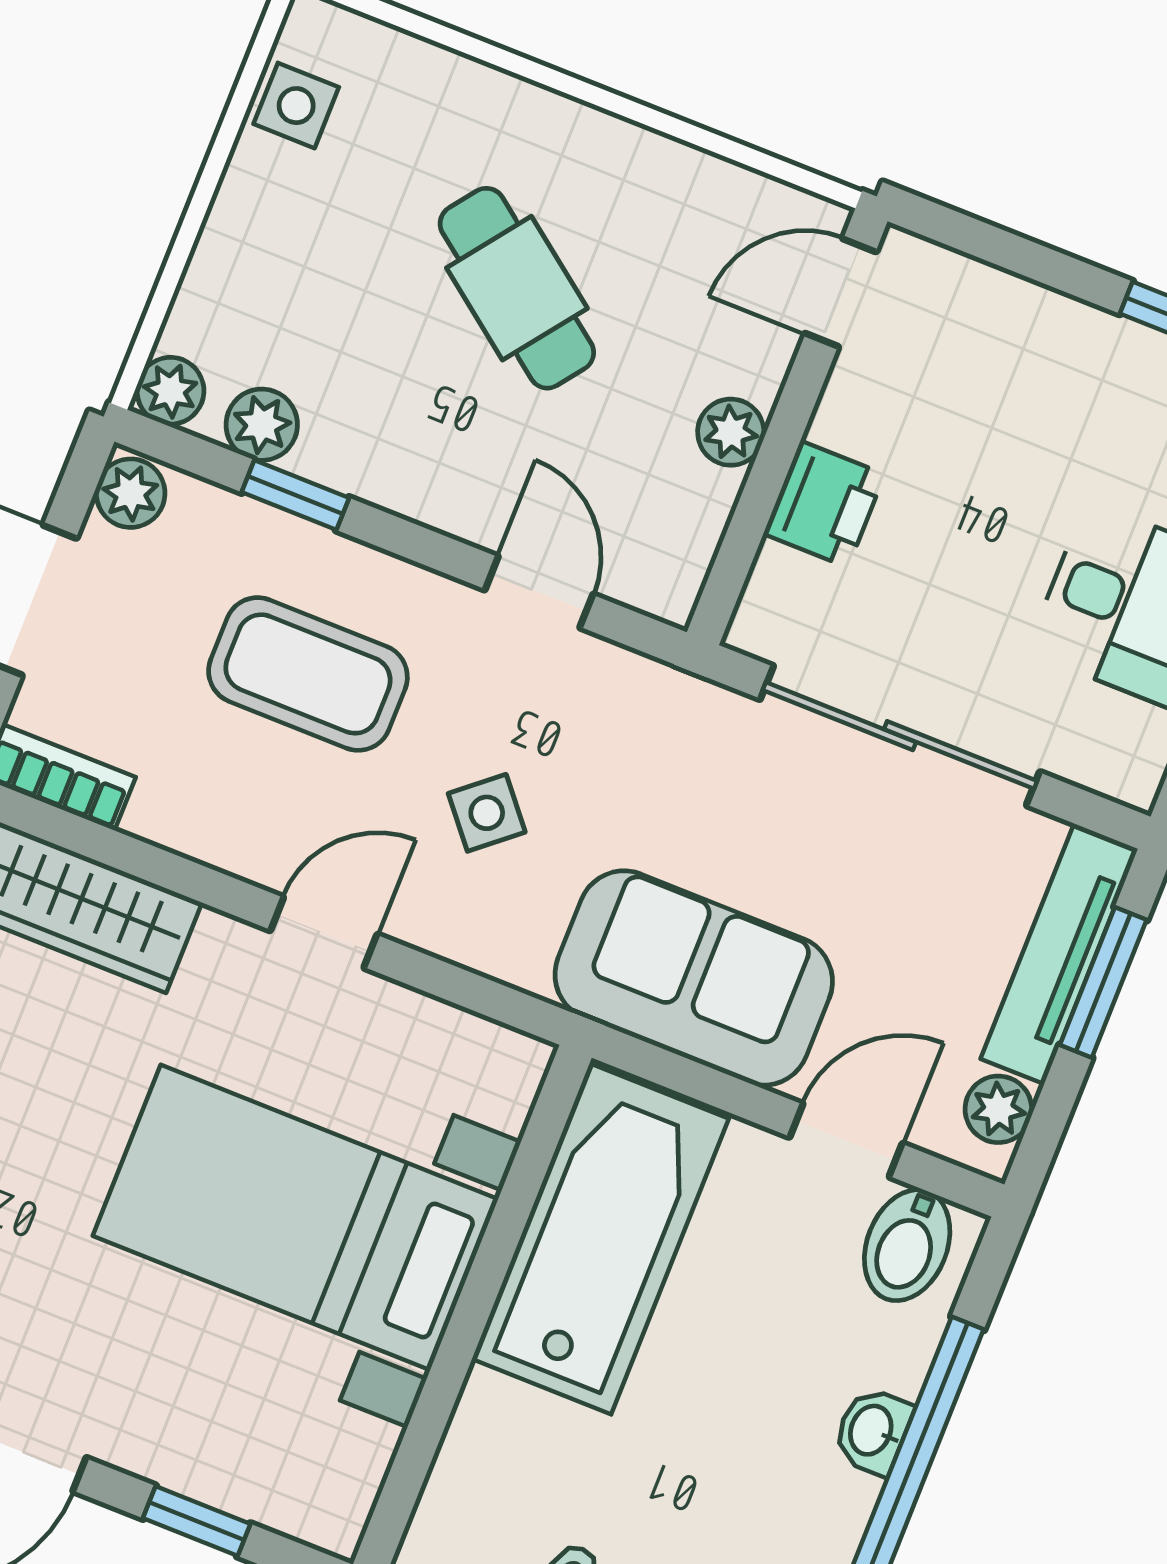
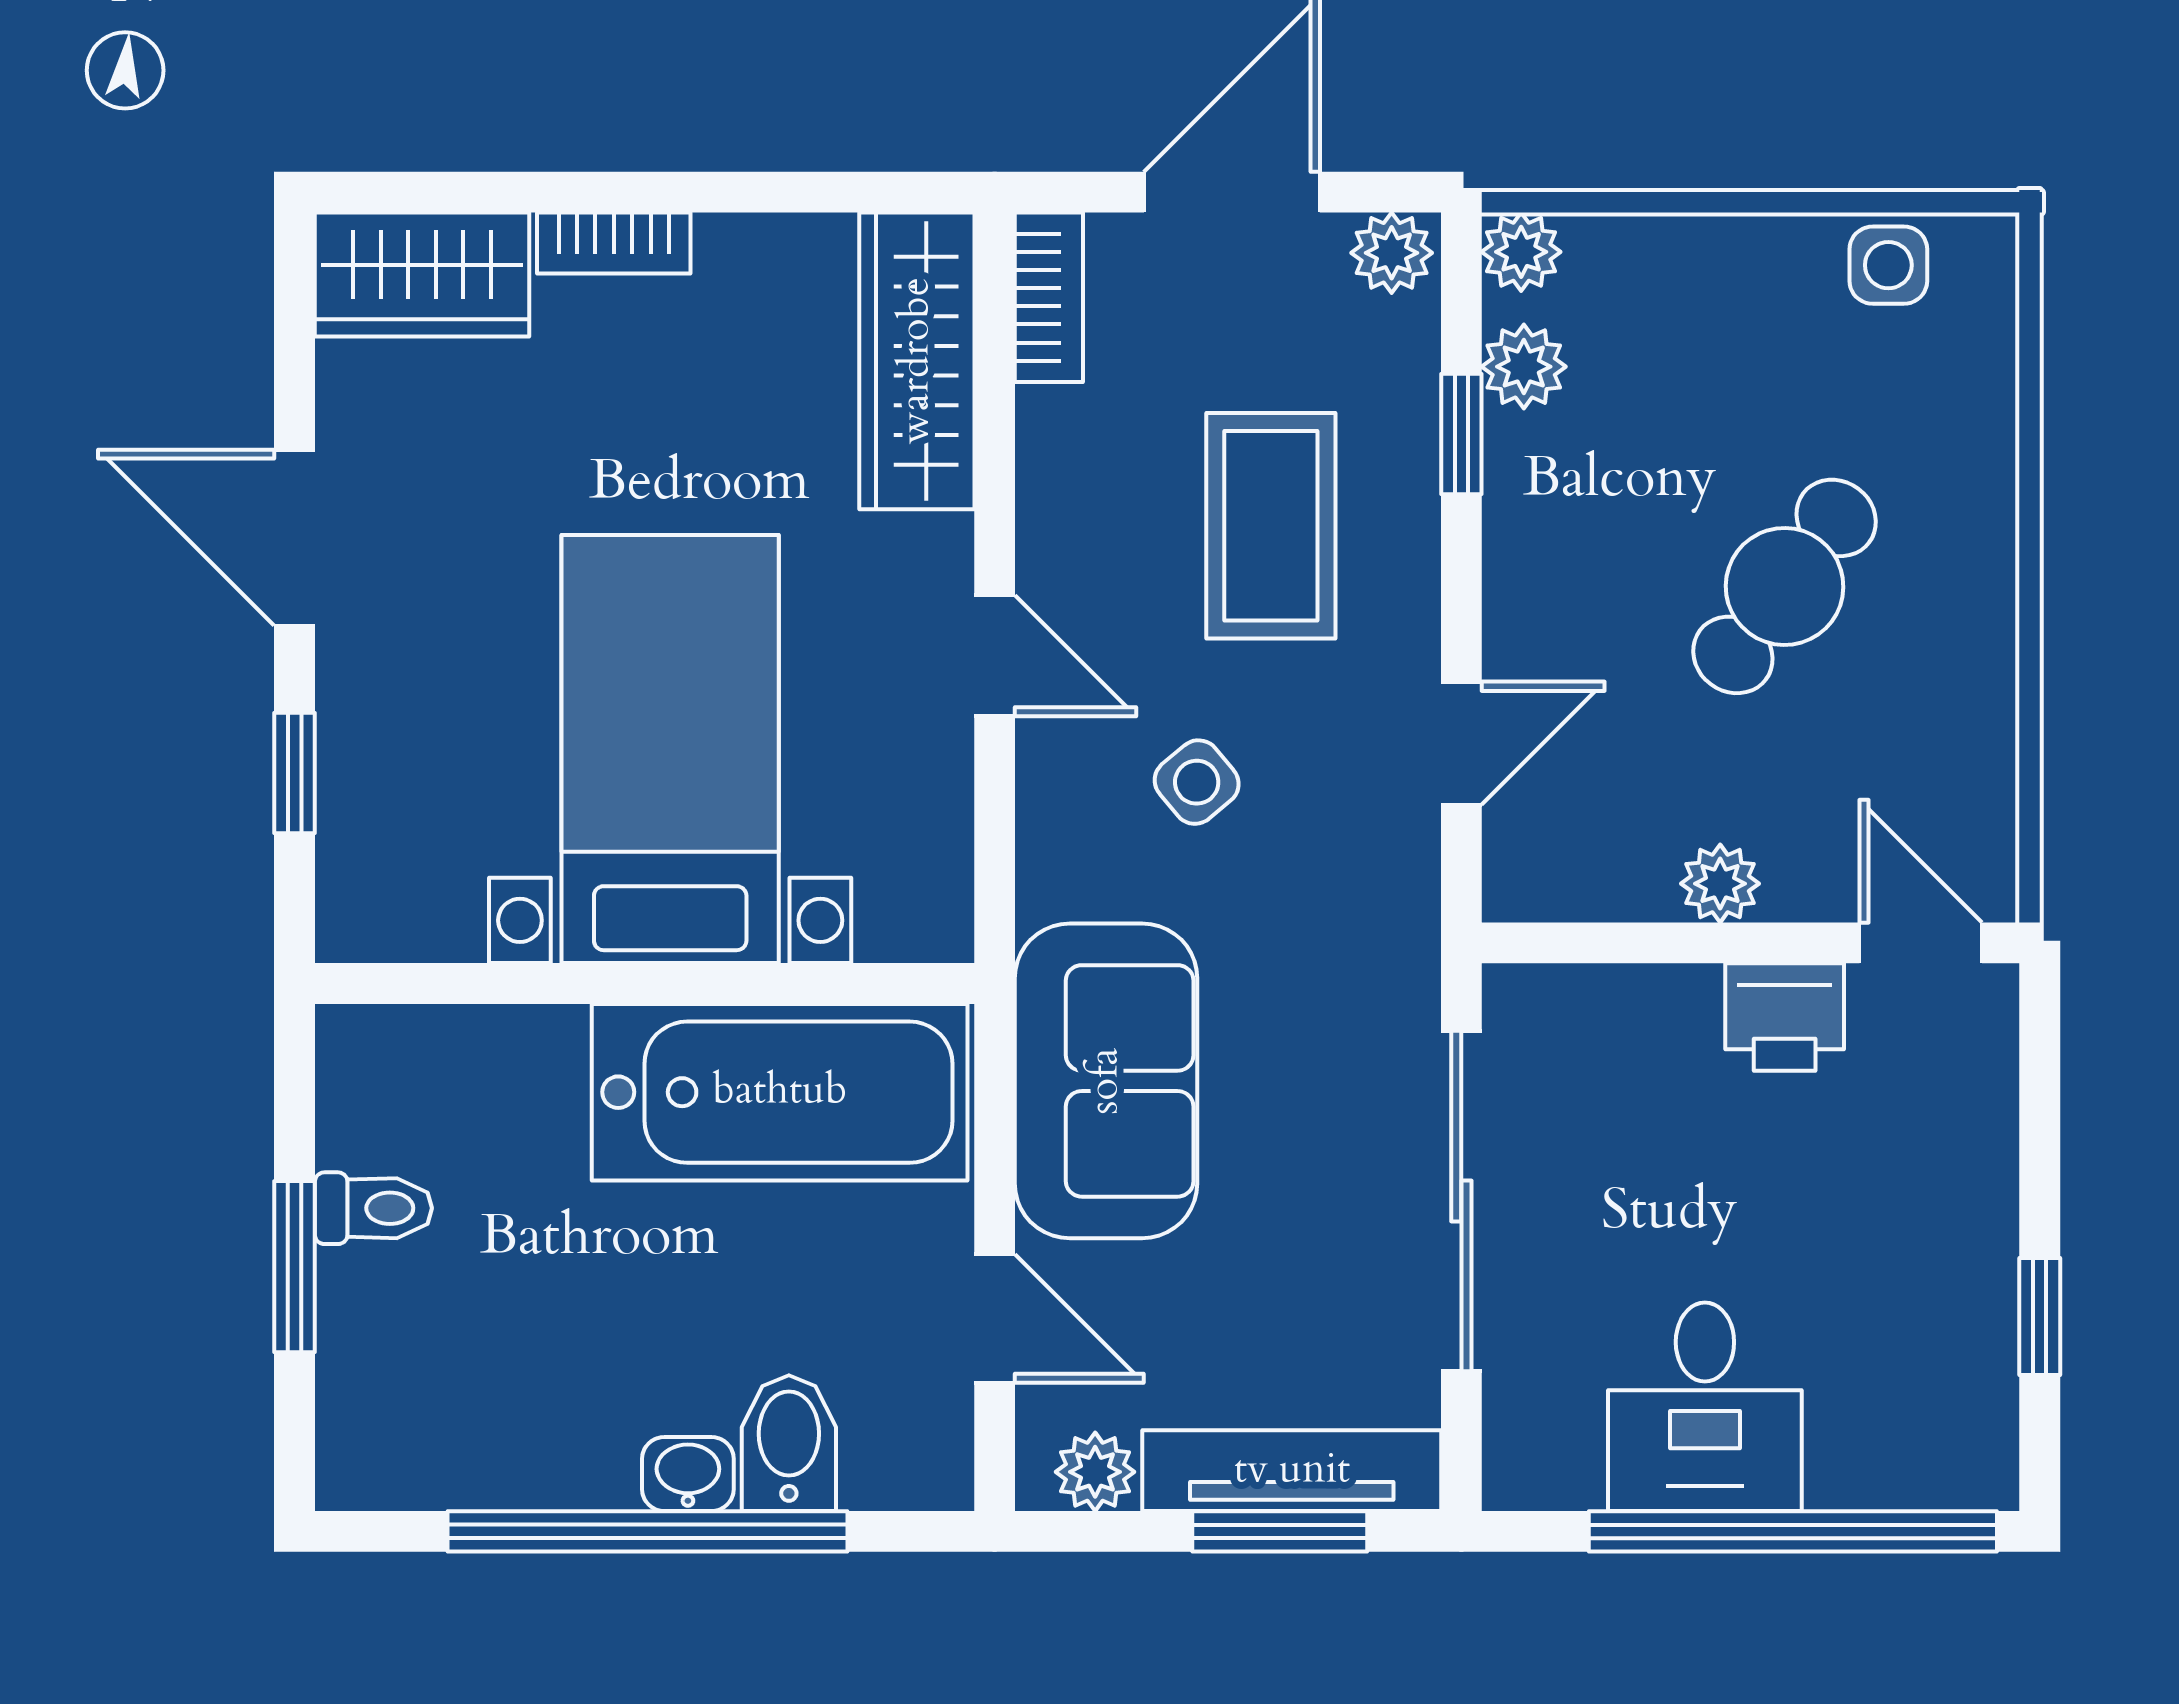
printer: (824, 504) -> (1785, 1017), moved
bidet: (907, 1245) -> (789, 1443), moved, turned 90

